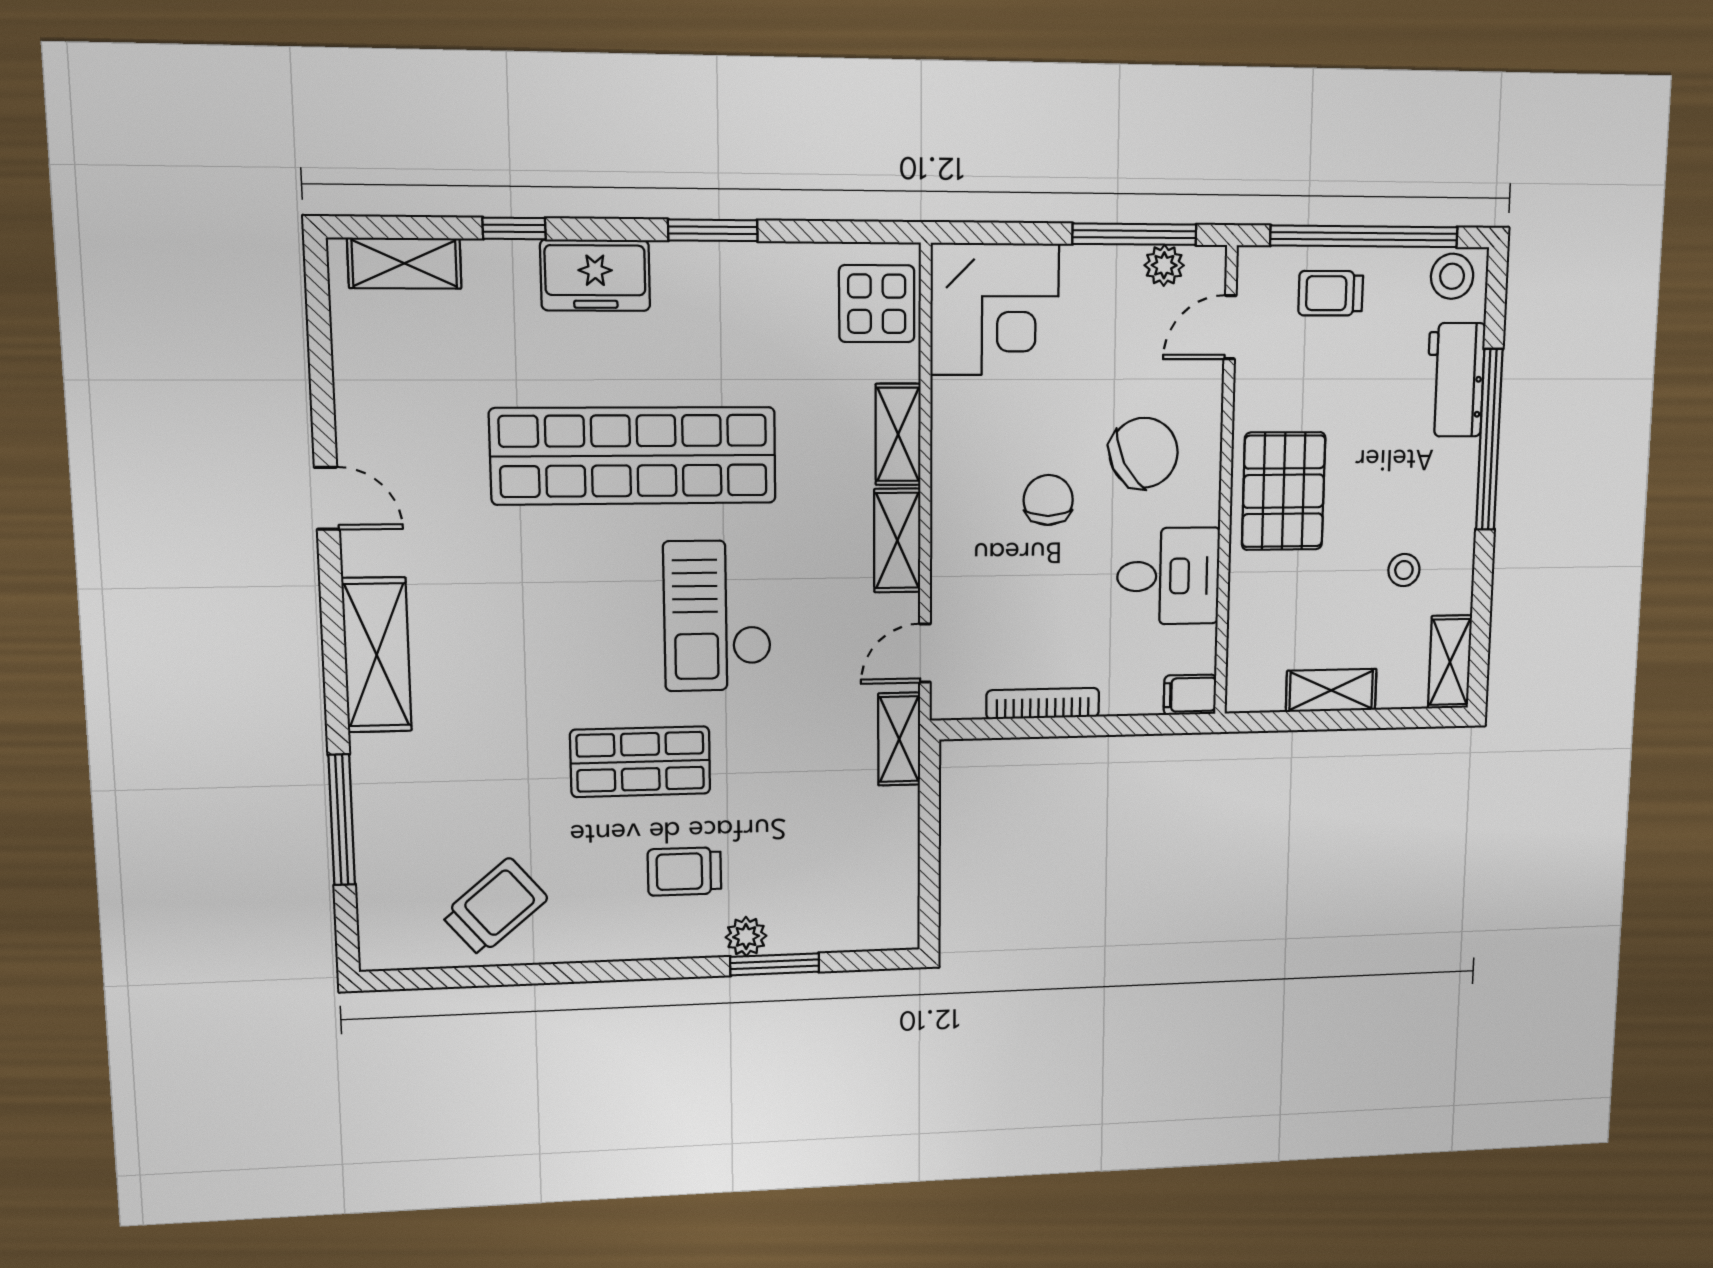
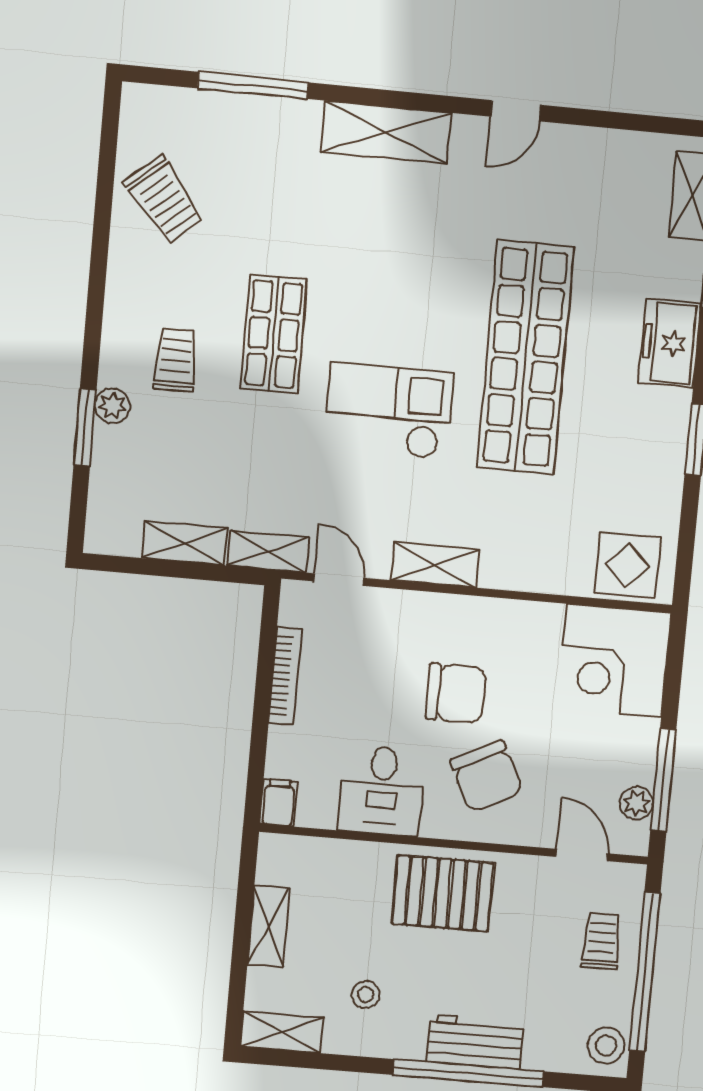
workbench: (1455, 380) -> (475, 1042), moved
shelving: (898, 434) -> (185, 543), moved
chair: (1048, 500) -> (456, 693), width x1.37, depth x1.37

